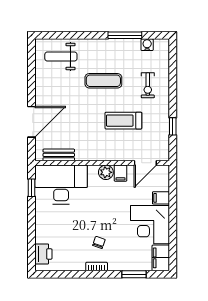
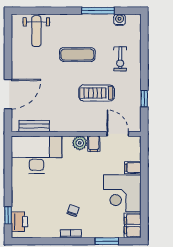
weight bench: (61, 57) -> (36, 31), turned -90
door: (145, 163) -> (118, 134), swing flipped
window: (32, 188) -> (8, 215), moved

